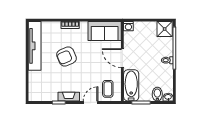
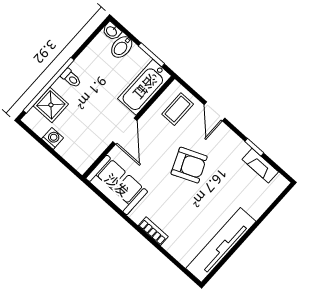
washing machine: (128, 26) -> (53, 138), moved
shower: (165, 29) -> (51, 105), moved
armchair: (66, 56) -> (189, 165), moved
fireplace: (69, 97) -> (260, 166), moved
door: (91, 103) -> (215, 111), hinge flipped

